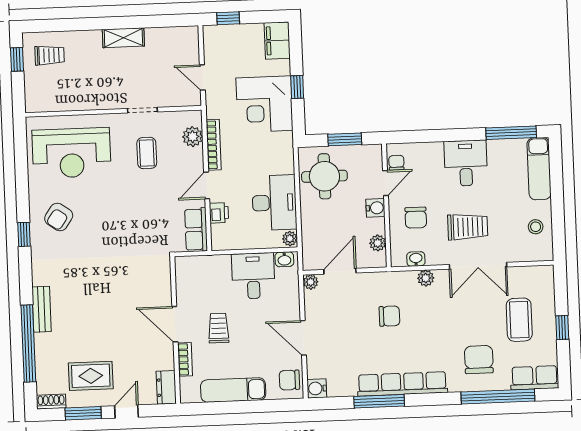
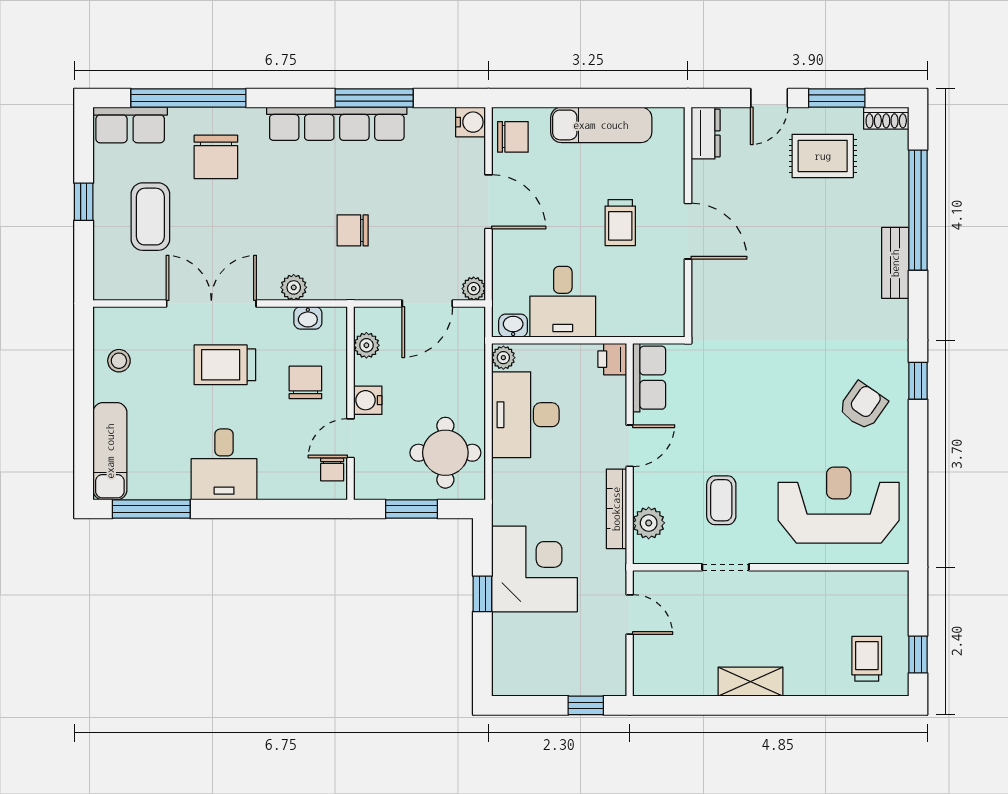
filing cabinet: (277, 41) -> (511, 668), removed
trolley: (50, 55) -> (867, 659), turned 90
printer: (219, 213) -> (612, 359), moved
bookcase: (185, 359) -> (674, 176), removed

